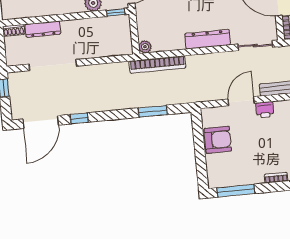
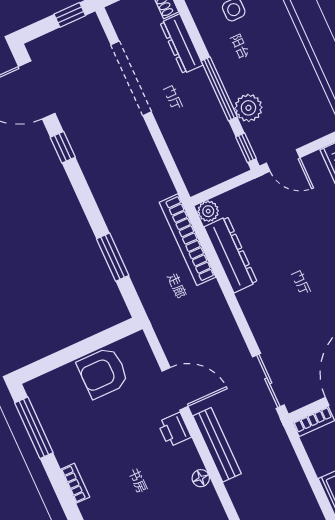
window: (76, 16) -> (219, 89), added
dresser: (208, 39) -> (231, 255), moved
armchair: (218, 140) -> (103, 373), turned 90

